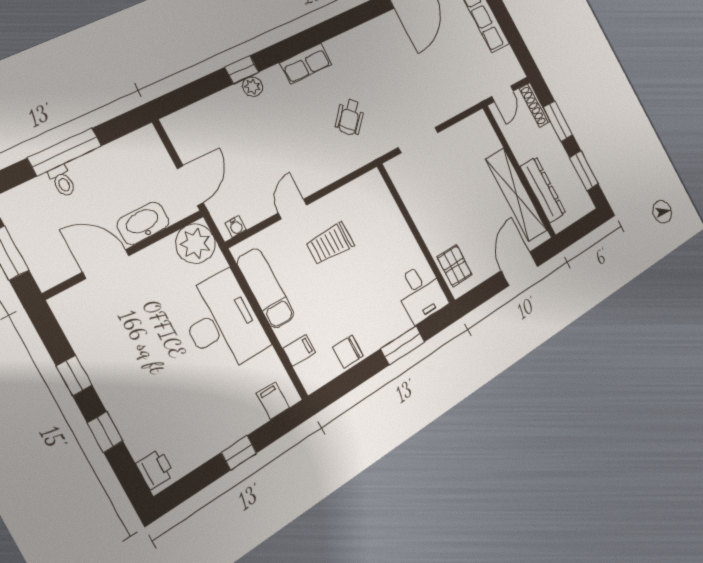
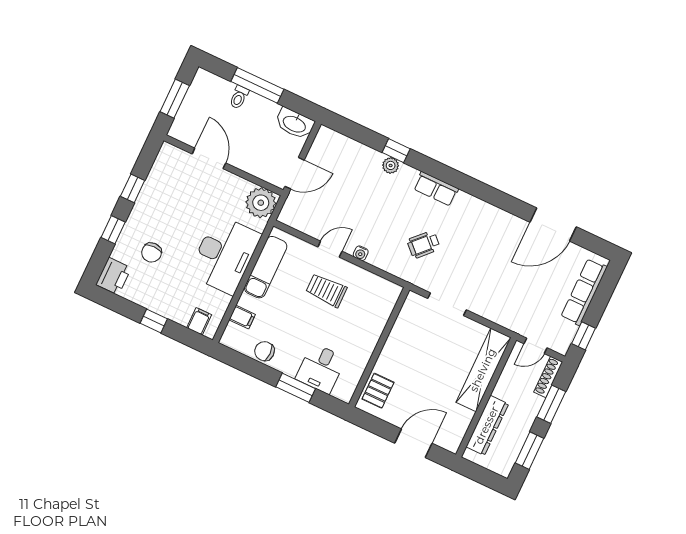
window: (519, 48) -> (584, 336), added
shelving: (516, 195) -> (483, 370), moved
washbasin: (143, 223) -> (295, 124), moved, turned 180
water cooler: (236, 226) -> (361, 253), moved
desk: (421, 293) -> (321, 368), moved
chair: (163, 404) -> (152, 252), added
printer: (155, 469) -> (114, 276), width x1.36, depth x1.24

